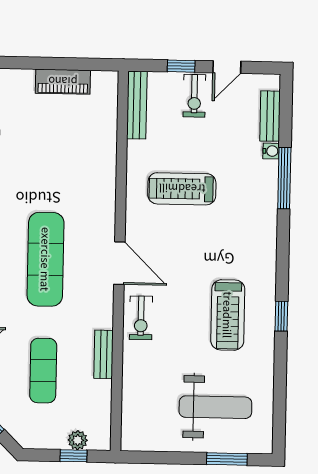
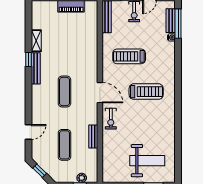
window: (284, 178) -> (178, 24), moved
exercise mat: (46, 259) -> (64, 91), width x0.73, depth x0.69
treadmill: (228, 315) -> (146, 92), moved, turned -90
window: (281, 316) -> (178, 116), removed

